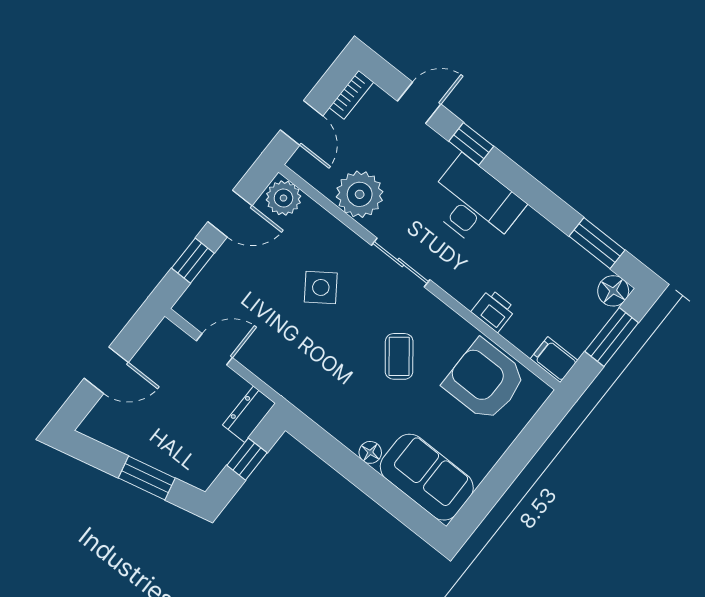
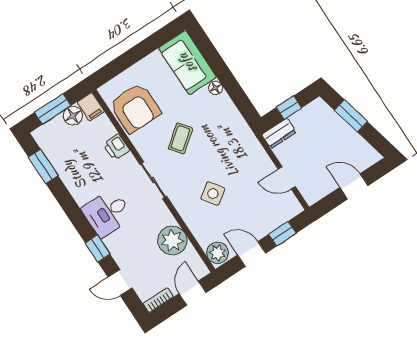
desk: (474, 204) -> (107, 213), width x0.73
sliding door: (401, 262) -> (153, 180), moved
floor lamp: (613, 291) -> (73, 116), moved

